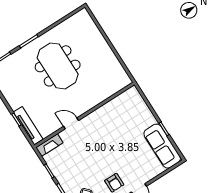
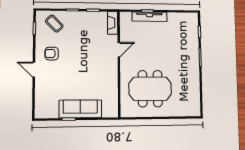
meeting table: (58, 66) -> (150, 89), moved
tv unit: (28, 126) -> (150, 17), moved
sofa: (162, 146) -> (80, 109), moved

